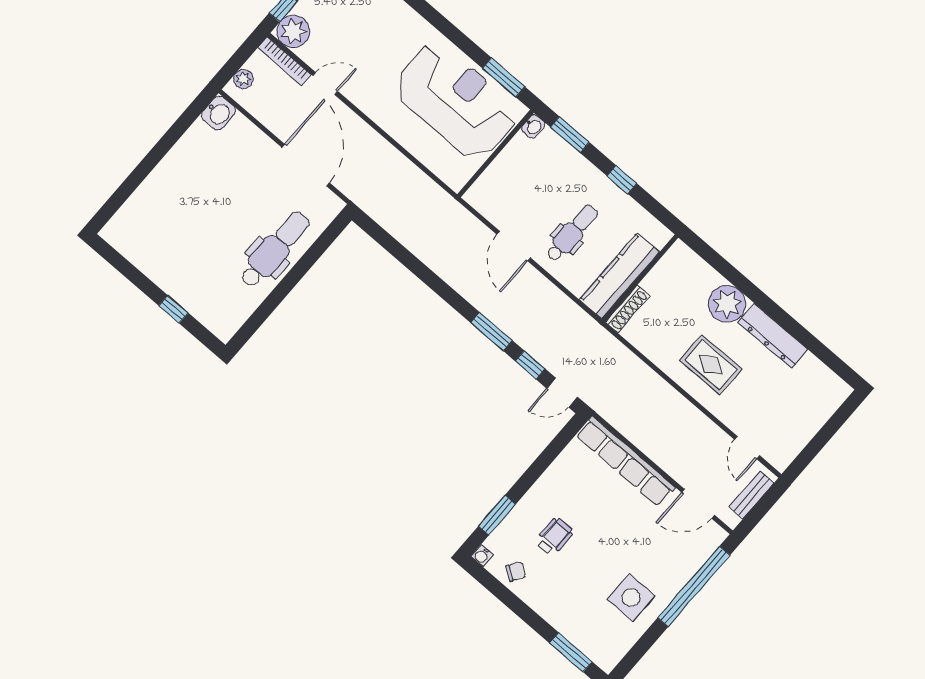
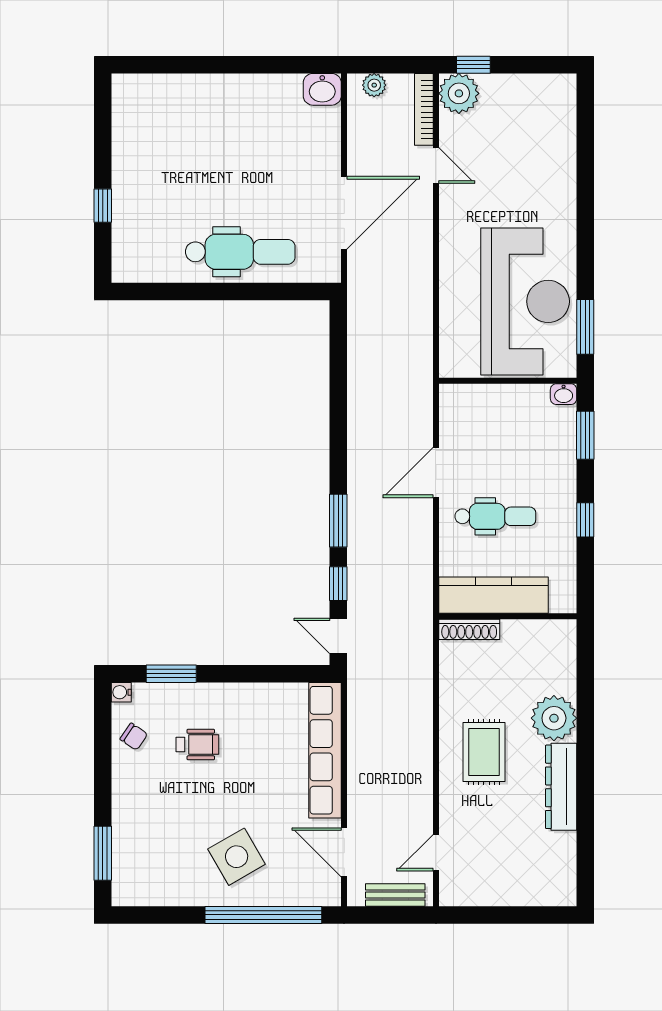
side table: (631, 597) -> (237, 857), moved, turned -30

